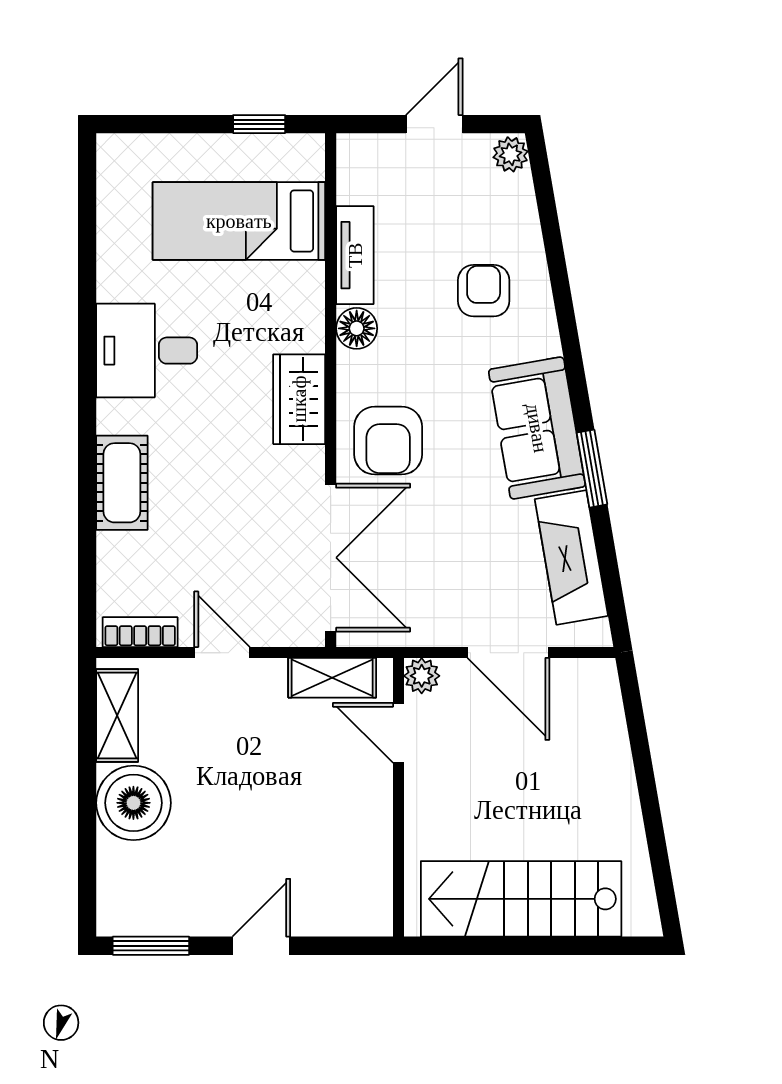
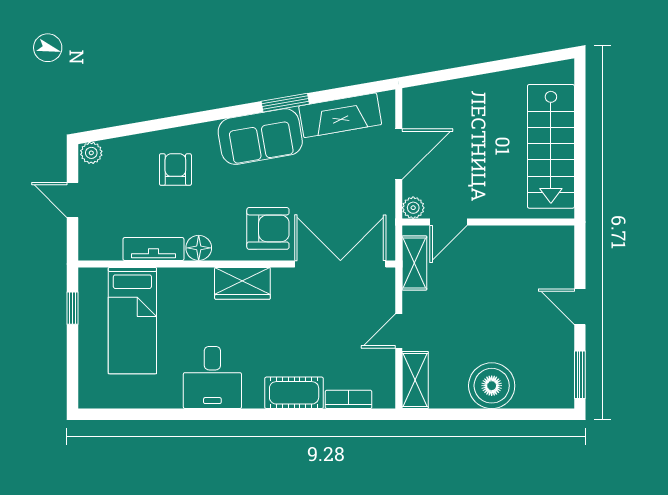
armchair: (484, 291) -> (175, 170), turned 90
bookcase: (140, 632) -> (349, 399), moved, turned 90
shelving: (117, 716) -> (415, 380), moved, turned 90

